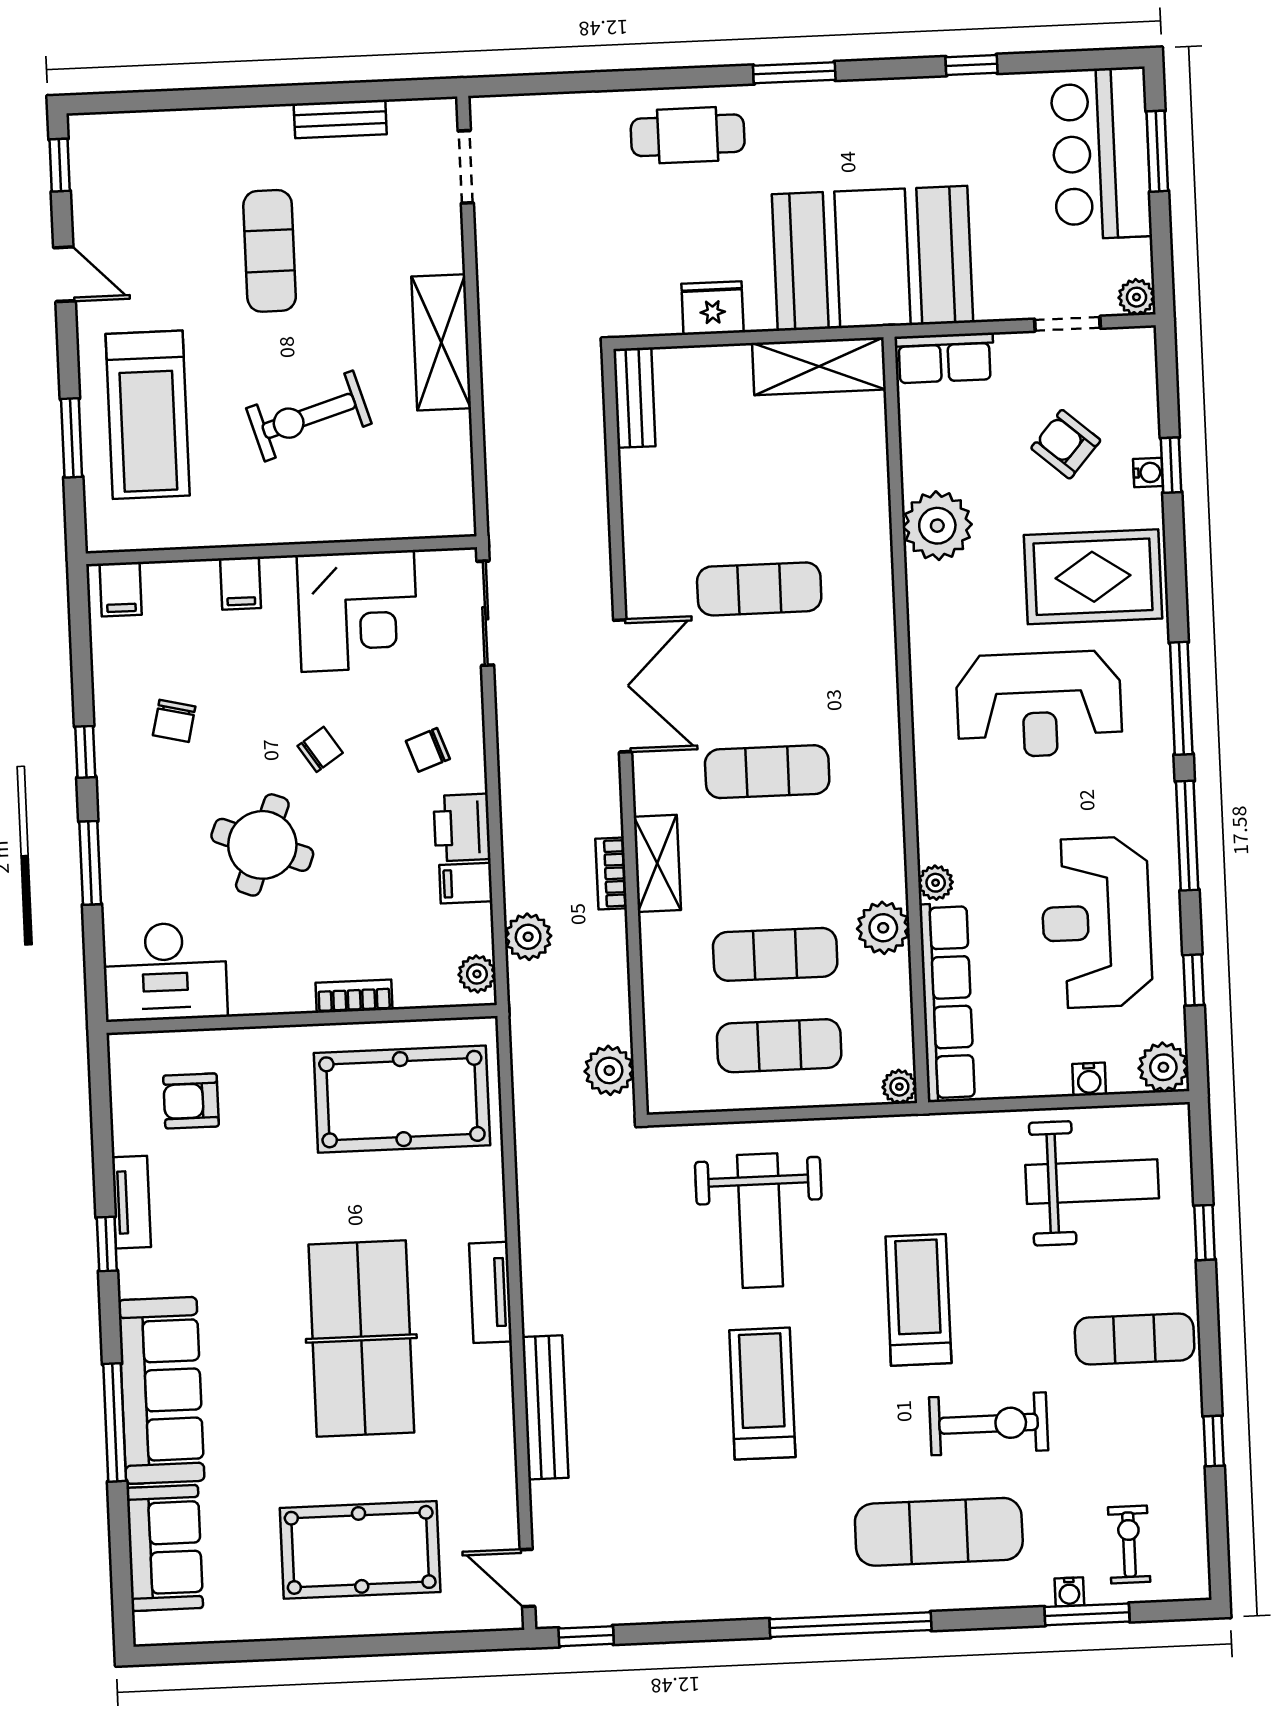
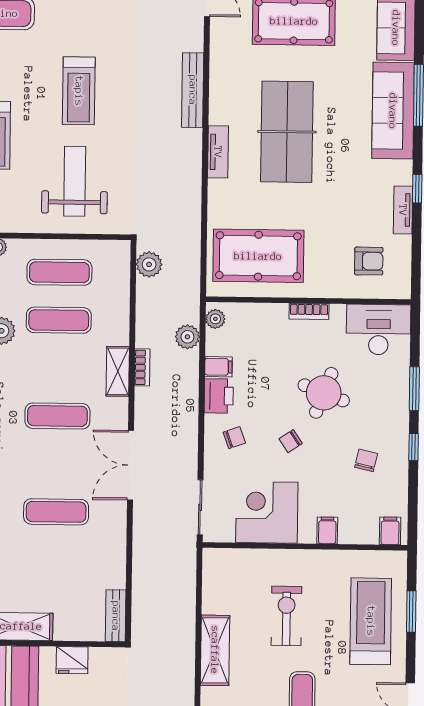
exercise bike: (309, 416) -> (286, 616), turned -73
bookcase: (354, 996) -> (309, 311), moved

